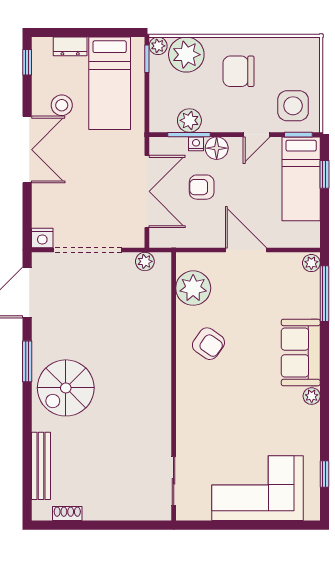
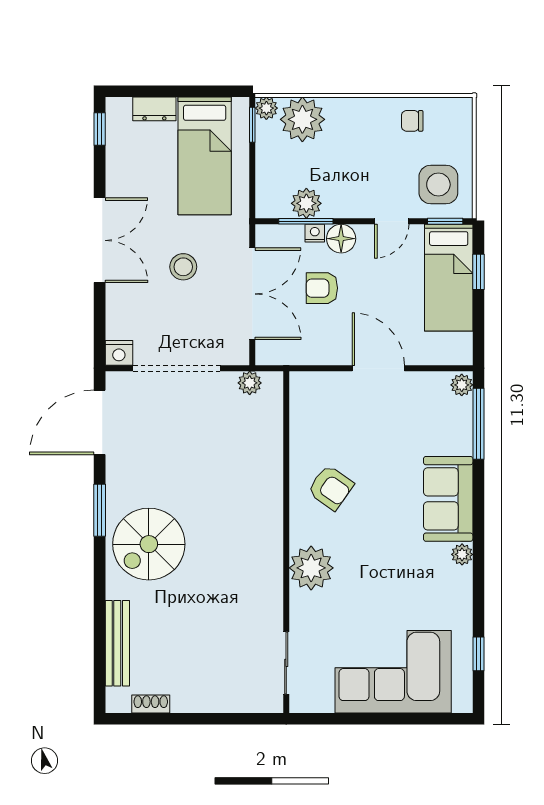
chair: (239, 71) -> (412, 121), moved, width x0.54, depth x0.54
stool: (62, 105) -> (183, 267), moved
plant: (193, 288) -> (311, 568), moved

